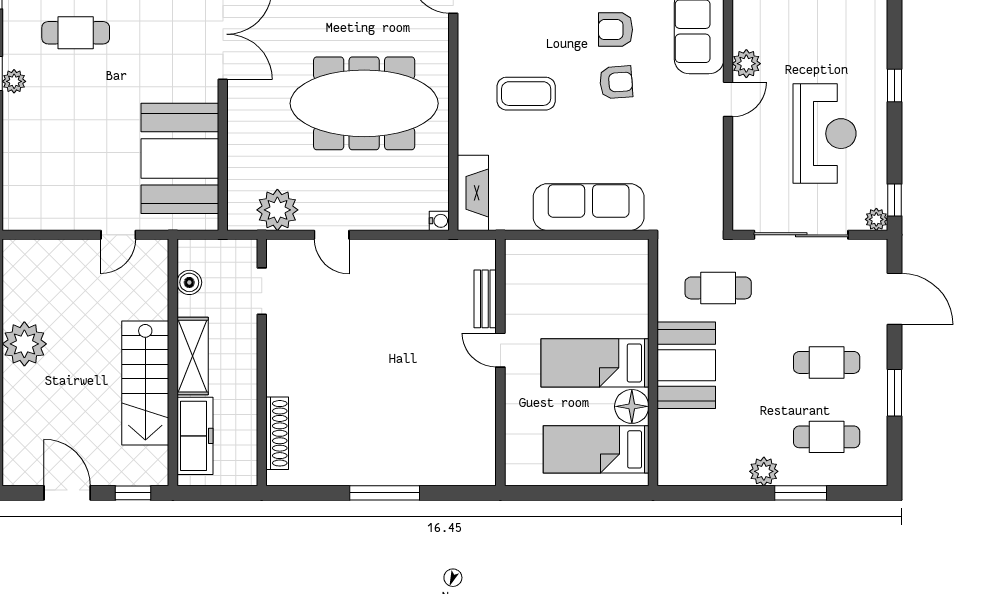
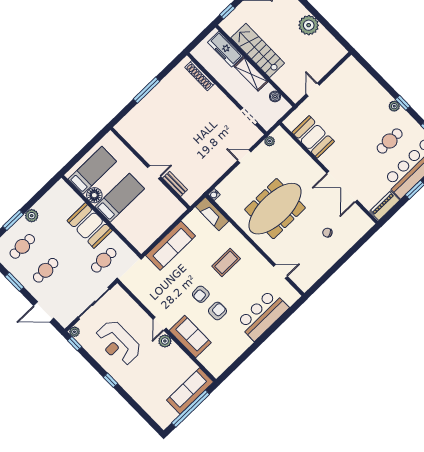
booth: (180, 158) -> (313, 137), width x0.73, depth x0.70
plant: (277, 210) -> (270, 141), width x0.53, depth x0.53

